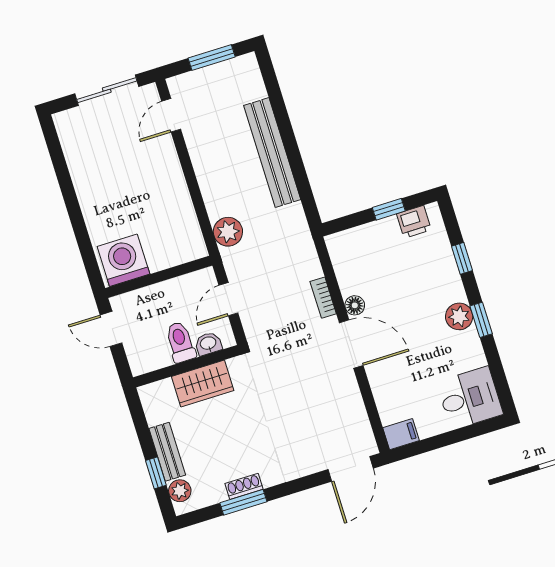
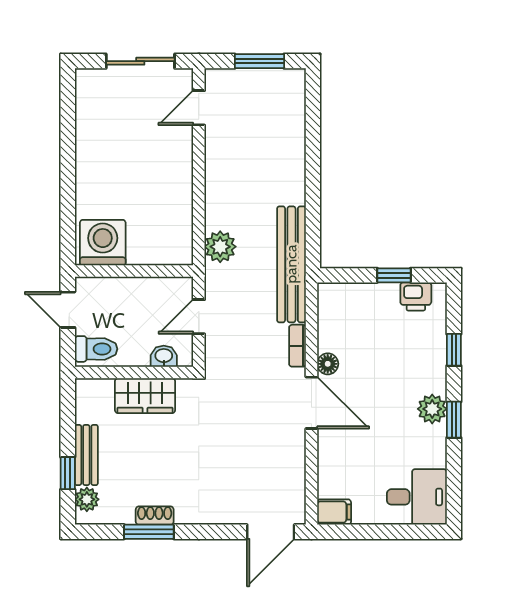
bench: (272, 153) -> (291, 264), moved
toilet: (180, 342) -> (96, 349), moved, turned 90

